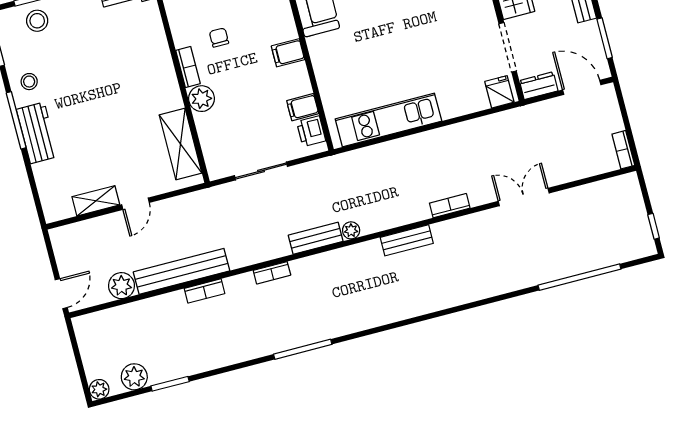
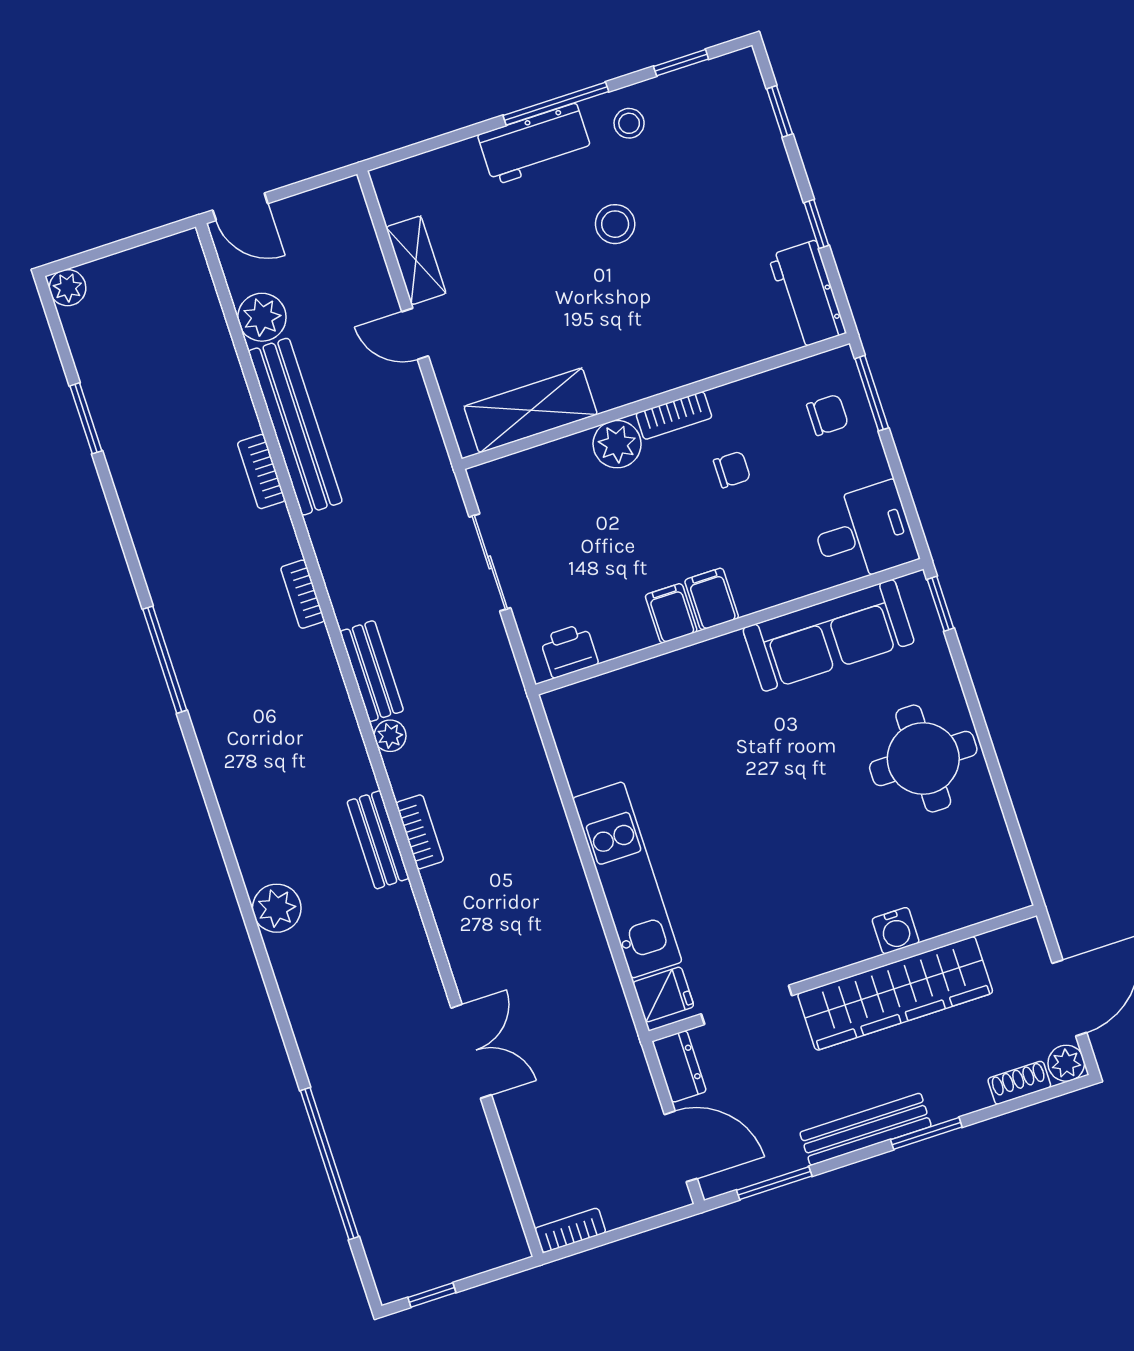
stool: (37, 21) -> (615, 224), moved
door: (582, 87) -> (681, 1146), hinge flipped
filing cabinet: (303, 107) -> (671, 613), moved
kitchen unit: (388, 120) -> (627, 880), moved
bookcase: (450, 206) -> (420, 832), moved
plant: (134, 377) -> (277, 908), moved

